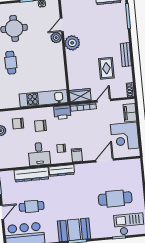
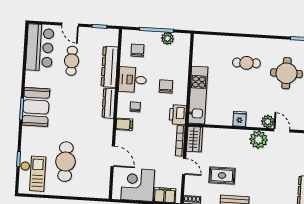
fridge: (58, 61) -> (240, 119), added
chair: (18, 124) -> (137, 50), moved

